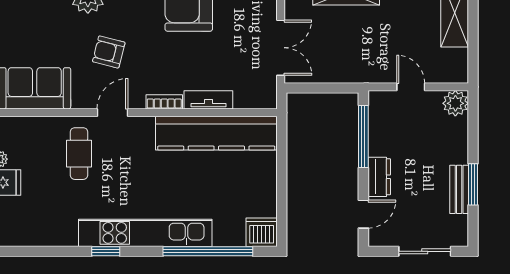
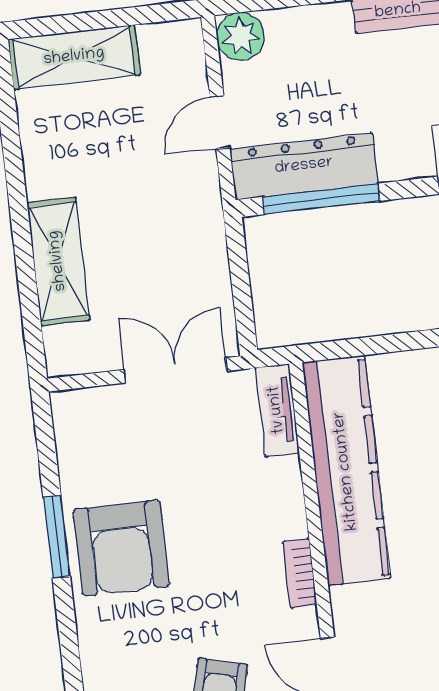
tv unit: (208, 100) -> (277, 410), moved
dresser: (379, 177) -> (304, 166), moved, width x1.96, depth x1.24

